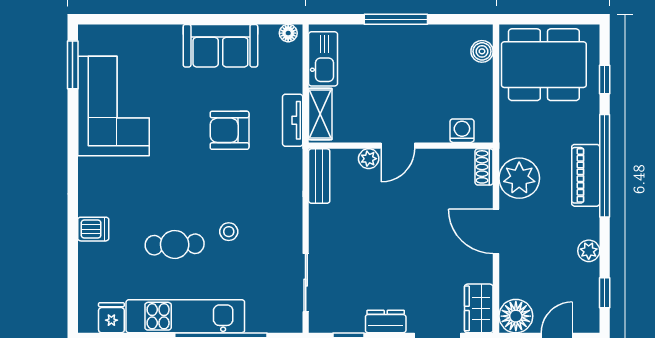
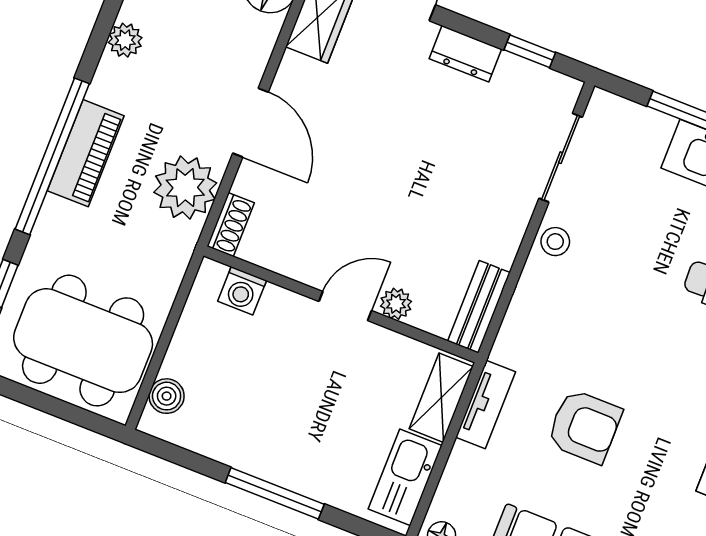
stool: (229, 232) -> (555, 242), moved

